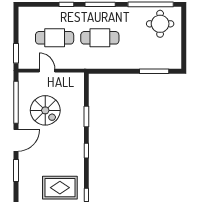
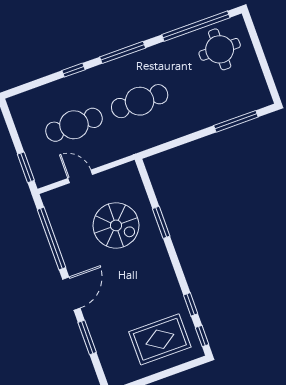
spiral stairs: (45, 110) -> (116, 225), moved
window: (86, 151) -> (191, 304), moved

